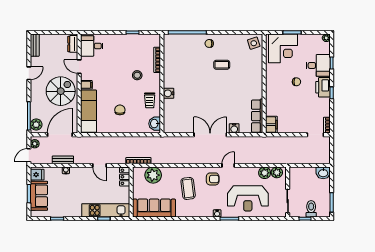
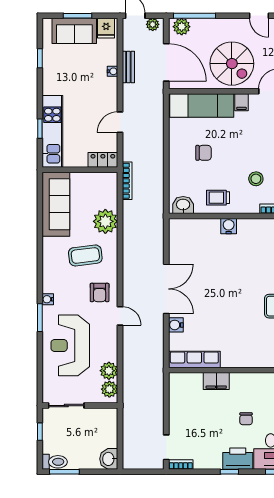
filing cabinet: (271, 125) -> (216, 381), moved
plant: (153, 175) -> (105, 221), moved
toilet: (311, 209) -> (55, 462), moved

